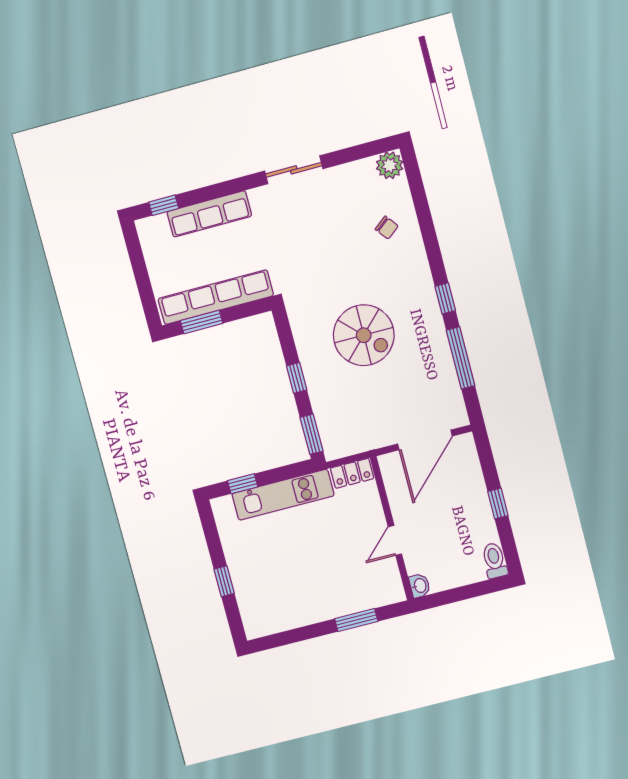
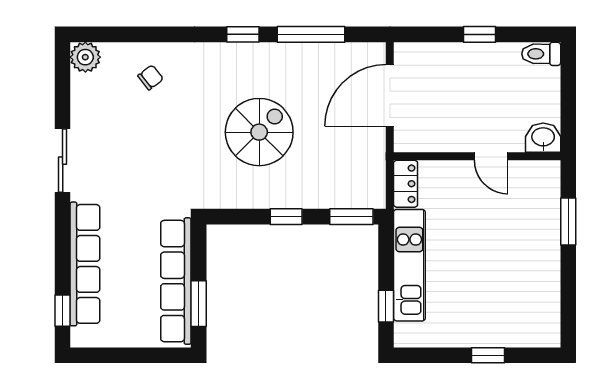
row of seats: (209, 214) -> (85, 264), width x1.36
door: (425, 440) -> (390, 95), swing flipped
washbasin: (420, 586) -> (543, 138), width x1.38, depth x1.45

